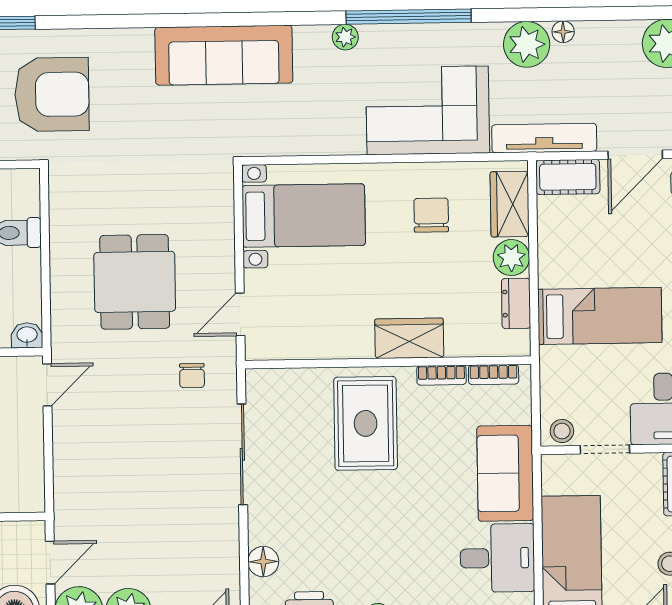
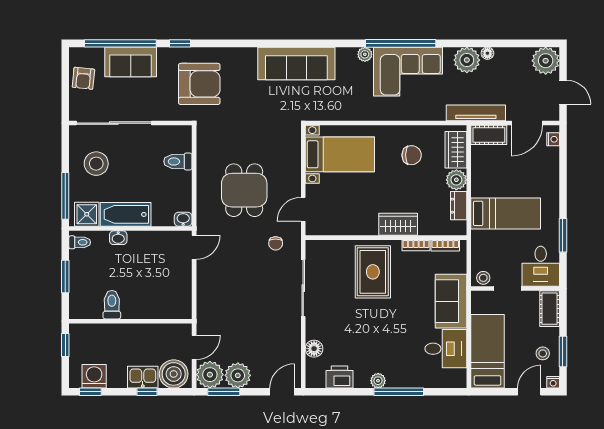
corner sofa: (428, 110) -> (408, 72), moved, turned 180
chair: (431, 215) -> (412, 155), turned 90

